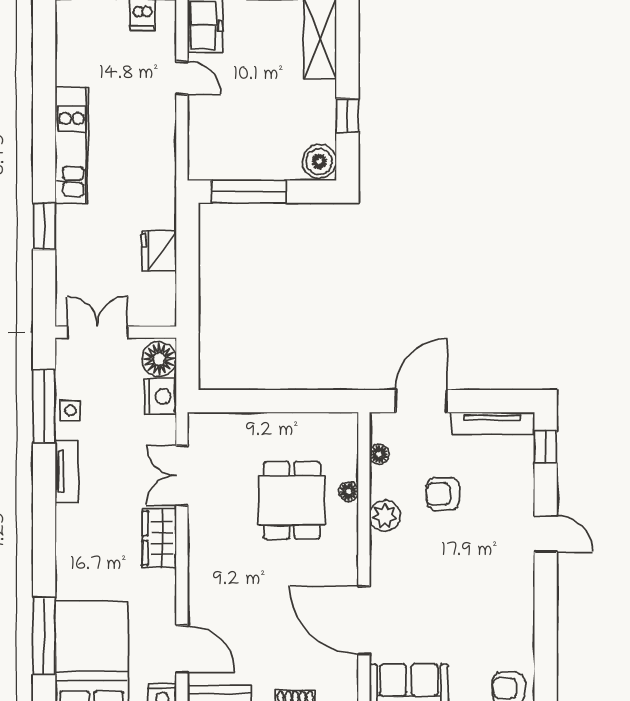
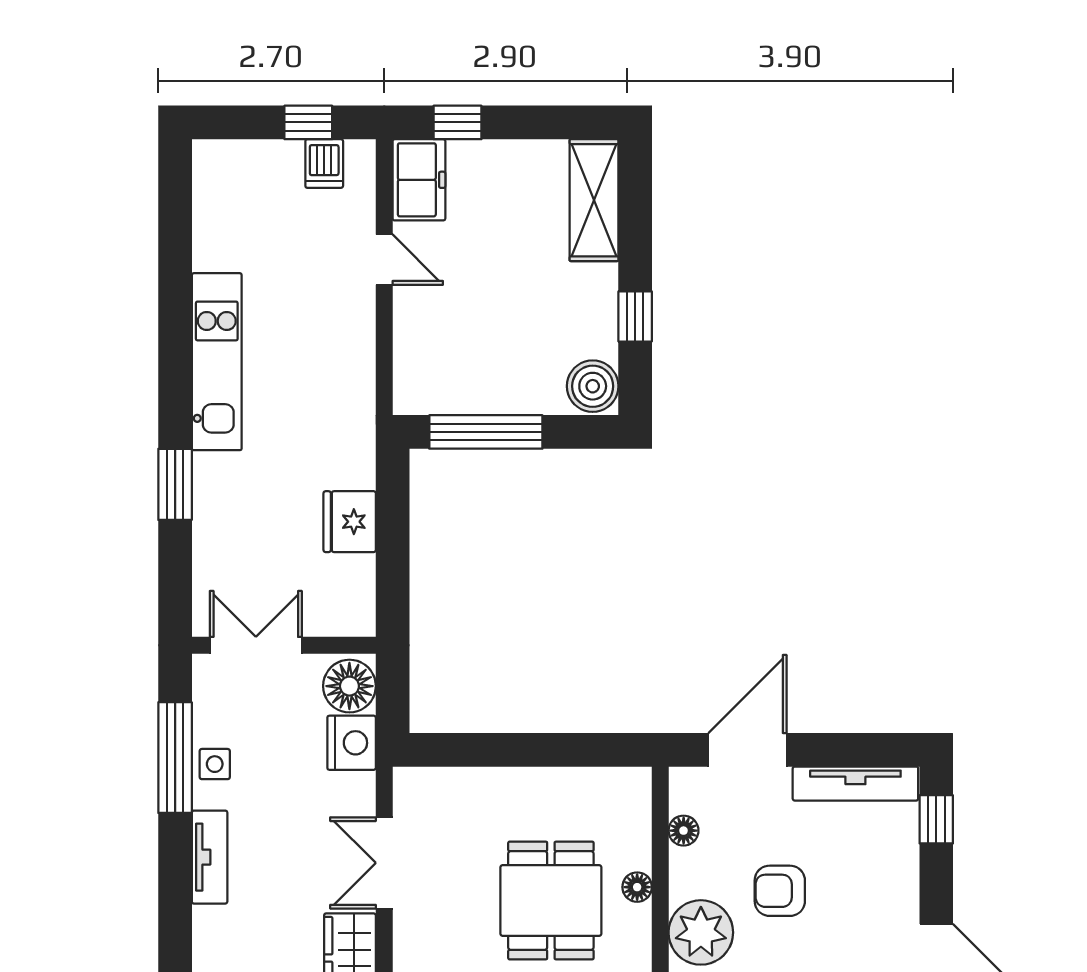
plant: (385, 516) -> (701, 932), width x1.36, depth x1.36

